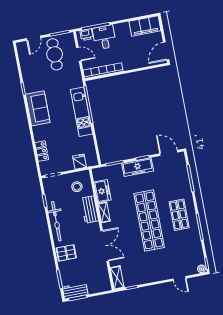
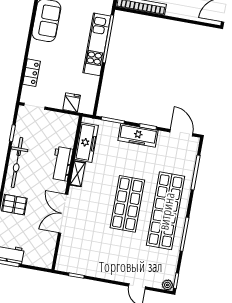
stool: (77, 187) -> (57, 131), removed
freezer: (102, 191) -> (86, 142), width x1.40
shop shelf: (179, 215) -> (166, 211), width x2.00, depth x1.36
shop shelf: (149, 220) -> (127, 204), width x0.71
double door: (105, 246) -> (63, 214), swing flipped
shelving: (117, 278) -> (63, 257), removed

